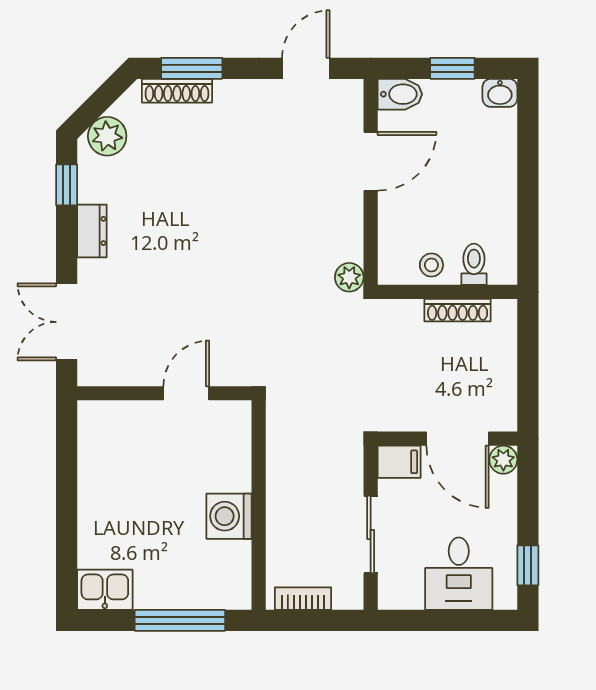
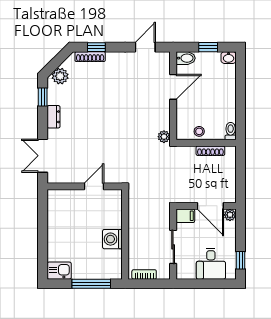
window: (192, 68) -> (96, 47), width x0.67
toilet: (474, 264) -> (231, 131), moved

